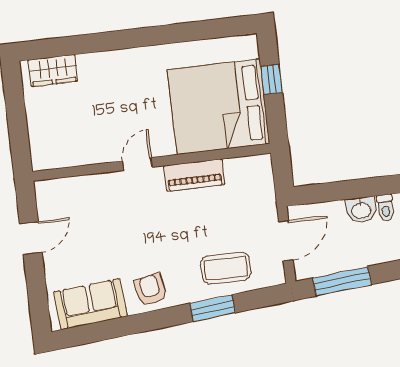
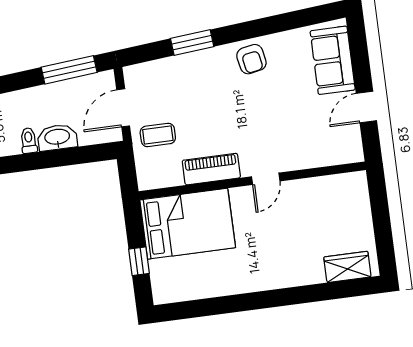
bed: (219, 107) -> (188, 224), width x0.73
washbasin: (361, 210) -> (57, 137), width x1.38
coffee table: (226, 268) -> (158, 135), moved, width x0.73, depth x0.77
sofa: (90, 304) -> (333, 60), moved, turned 95

